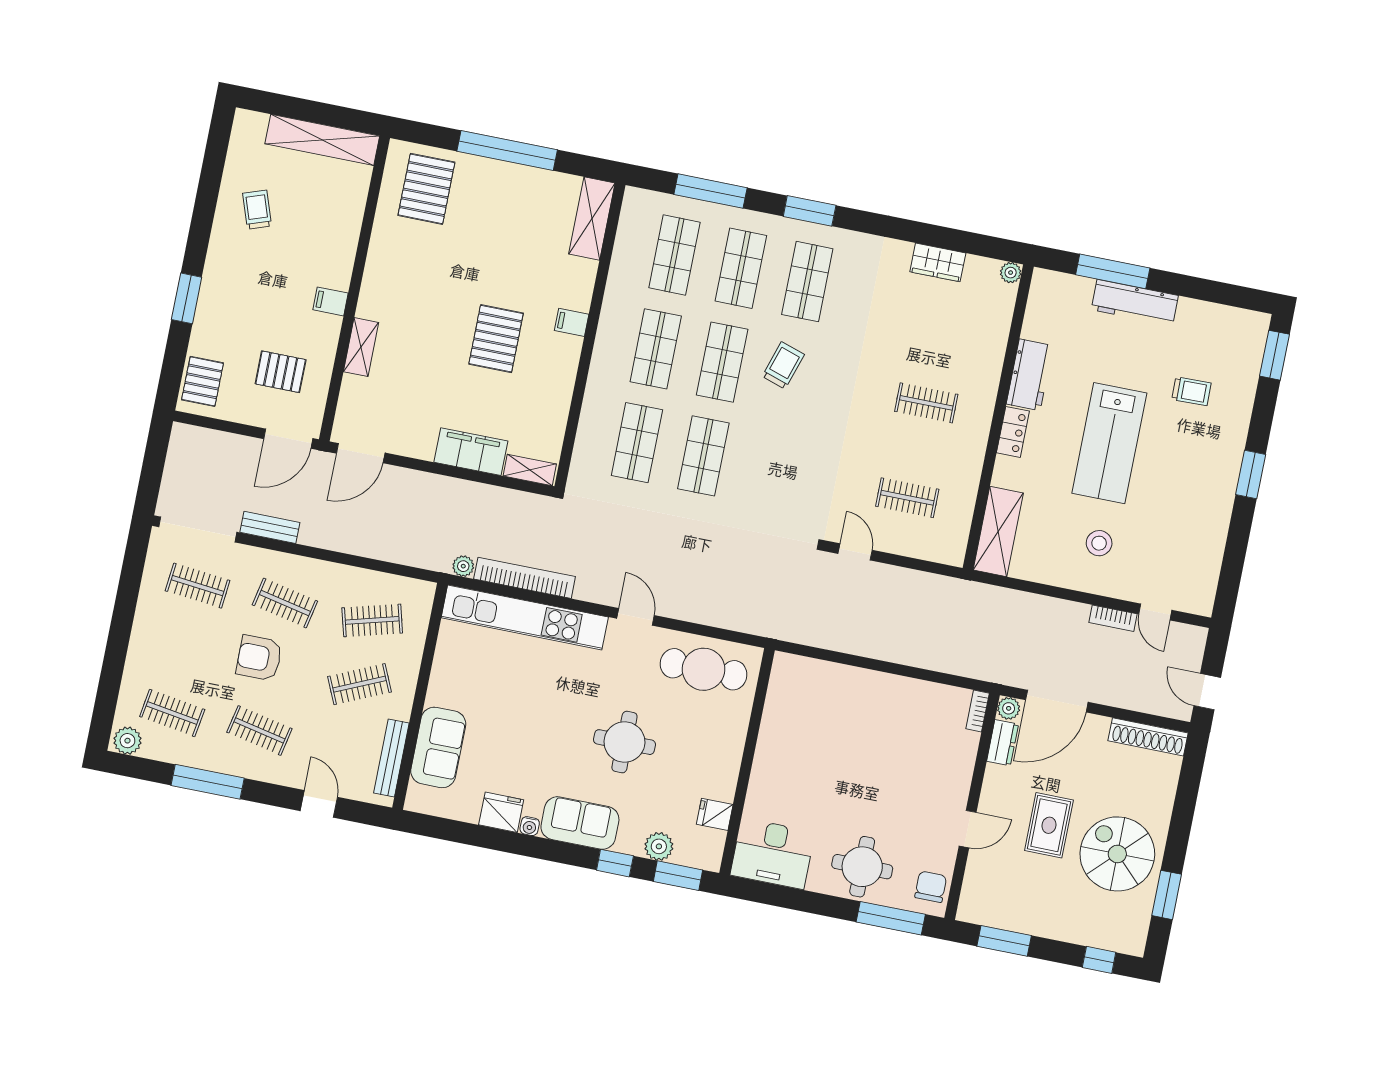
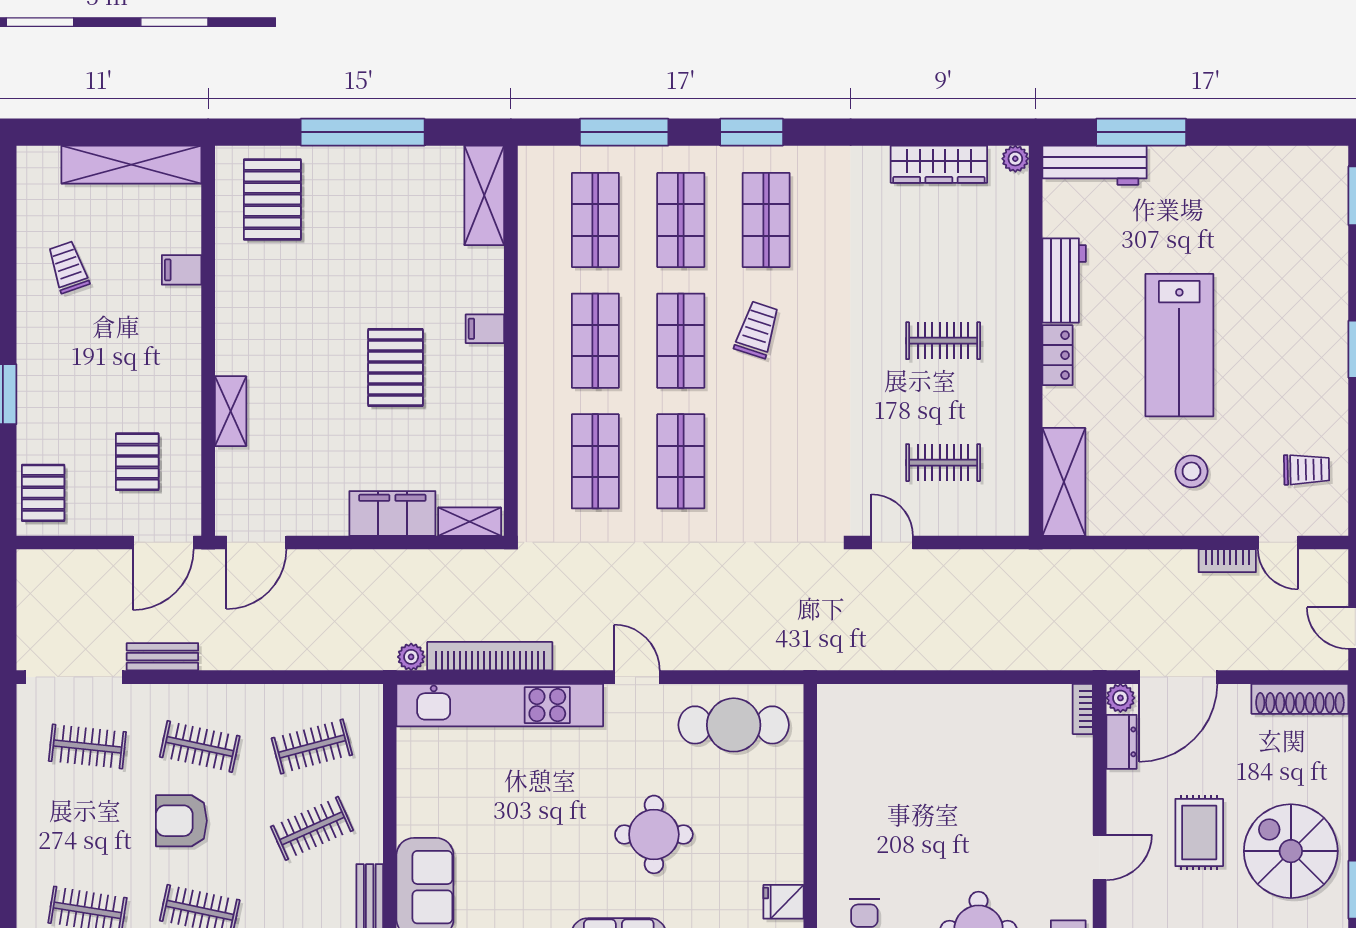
wardrobe: (938, 262) -> (939, 164), width x1.50
filing cabinet: (331, 301) -> (182, 270), moved
workbench: (1135, 303) -> (1095, 165), moved
pallet: (281, 372) -> (137, 462), turned 90
trolley: (1191, 391) -> (1307, 470), moved

